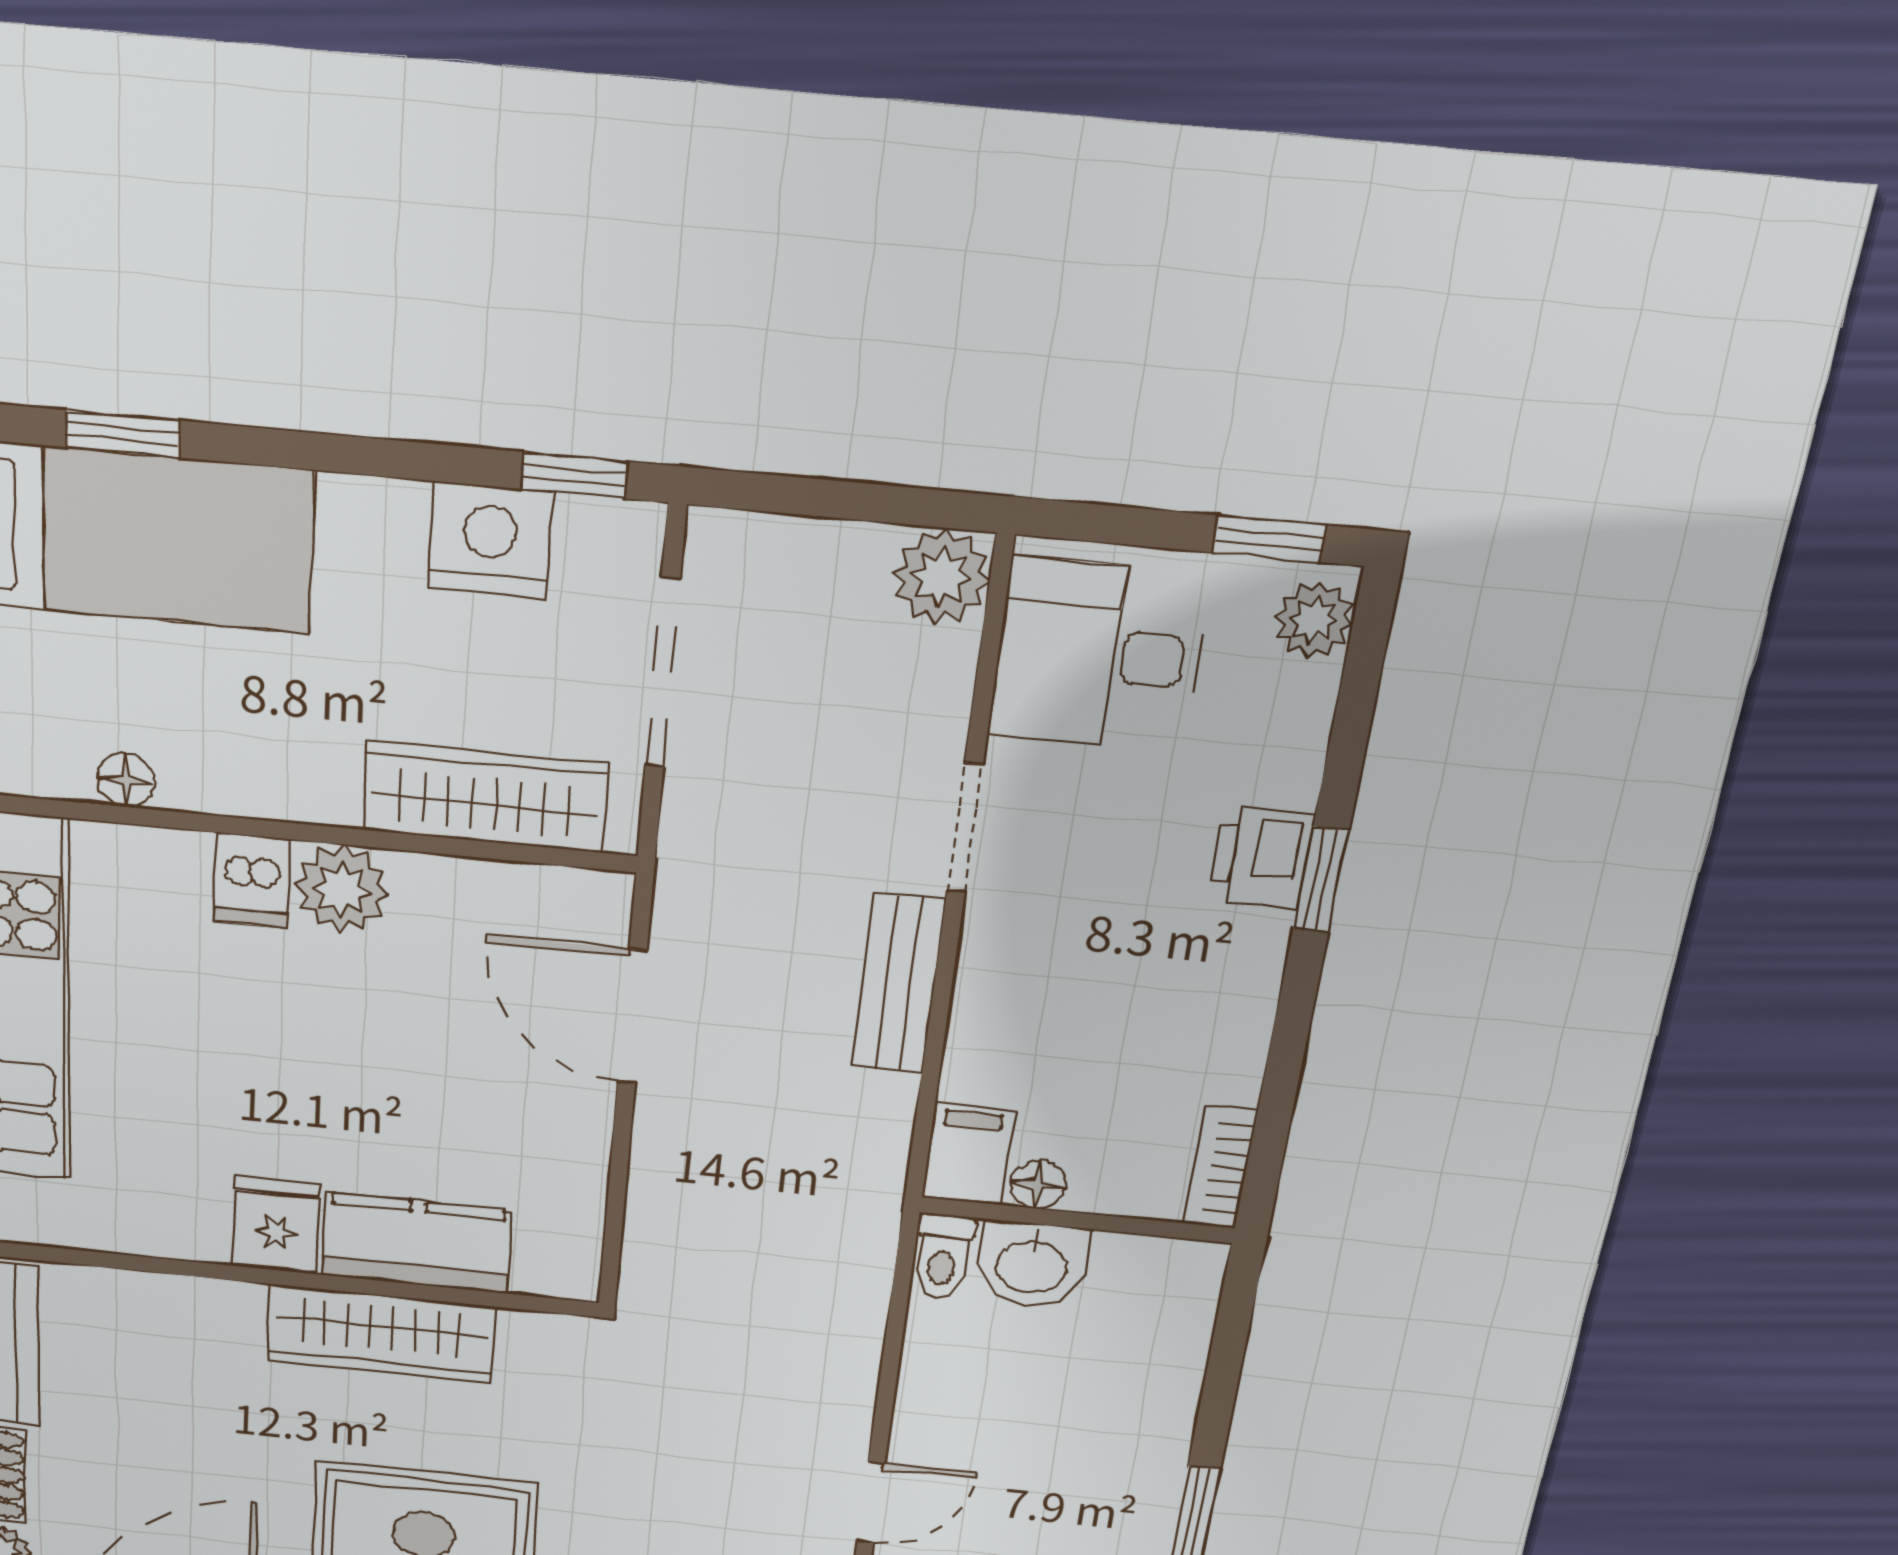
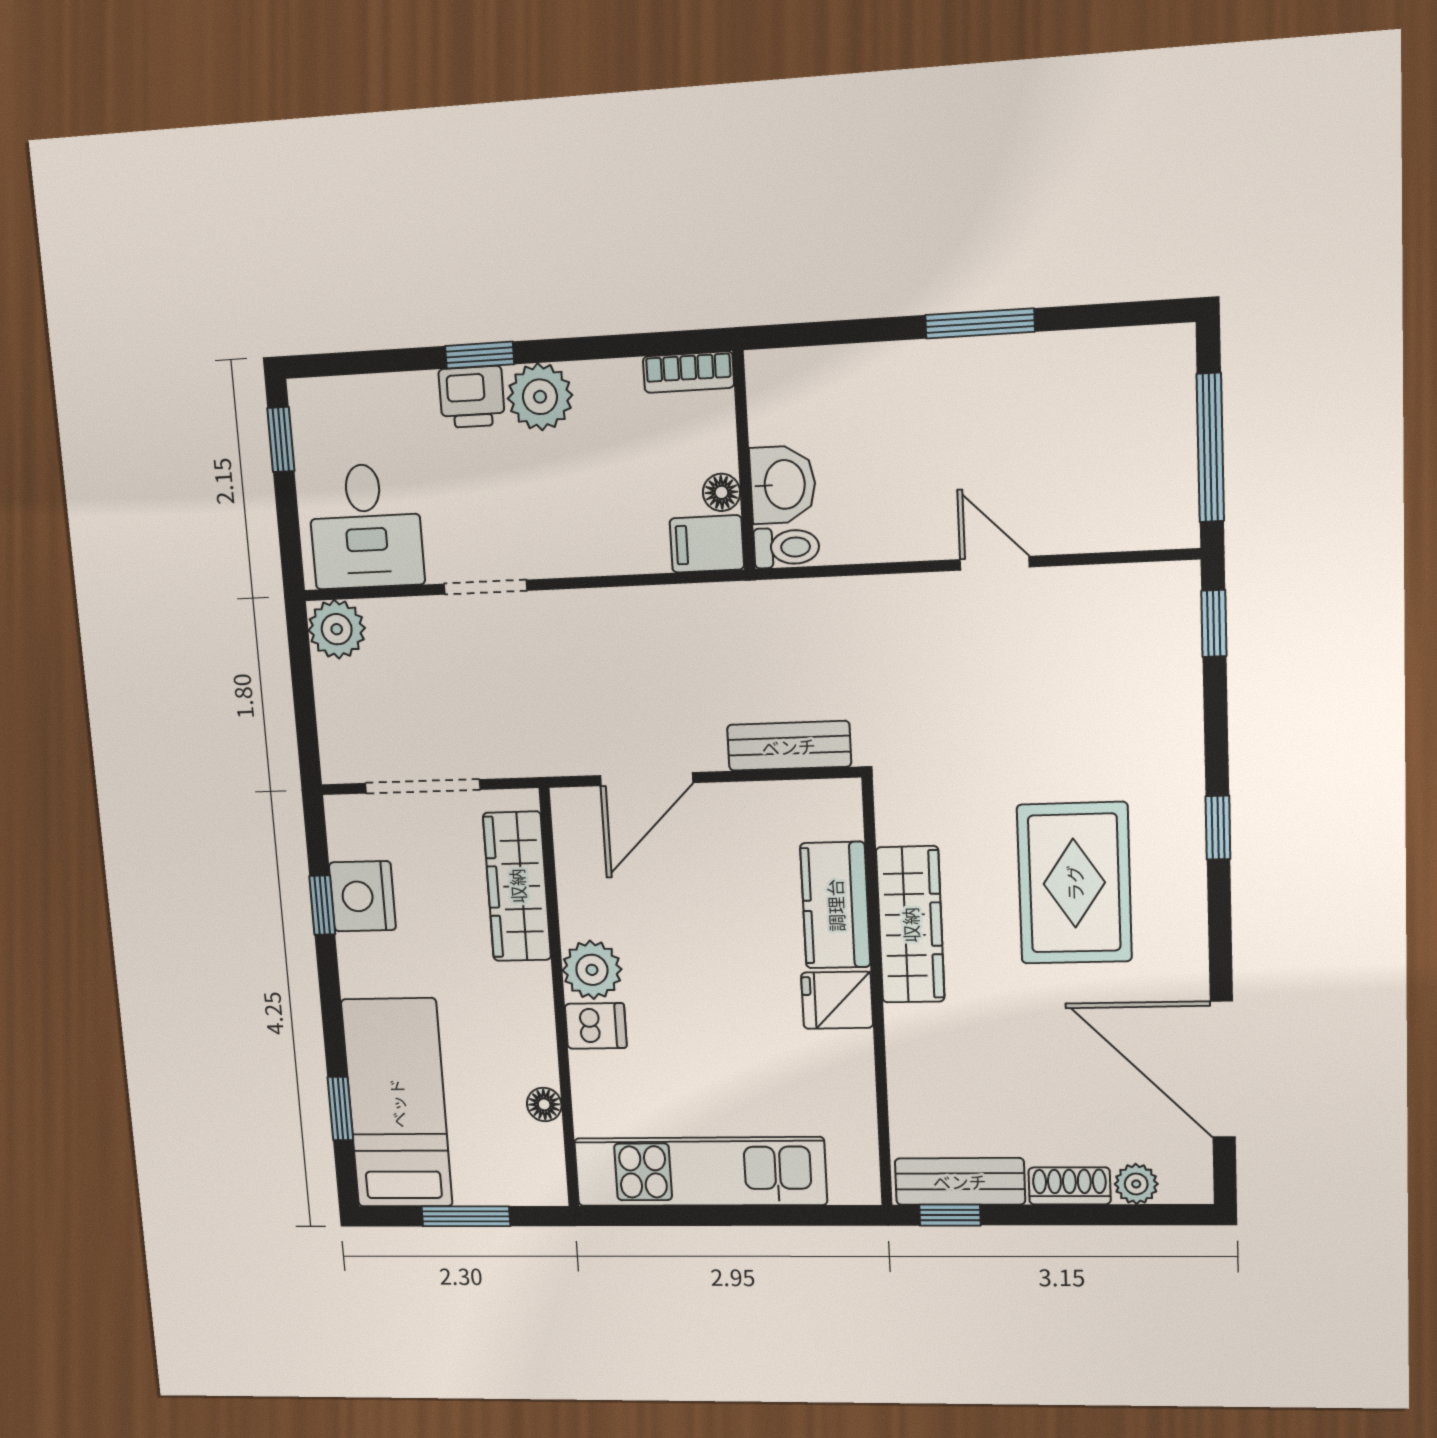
window: (574, 475) -> (322, 905), moved
plant: (1314, 620) -> (540, 397), moved, width x1.38, depth x1.38
bench: (898, 983) -> (789, 746), moved

